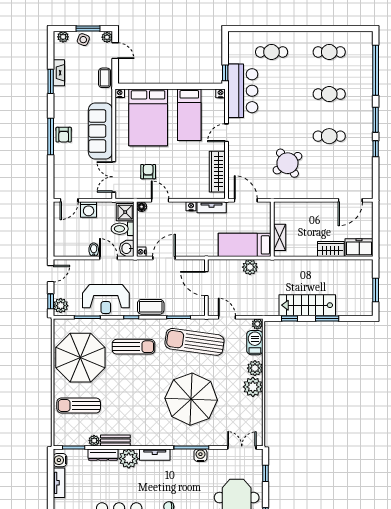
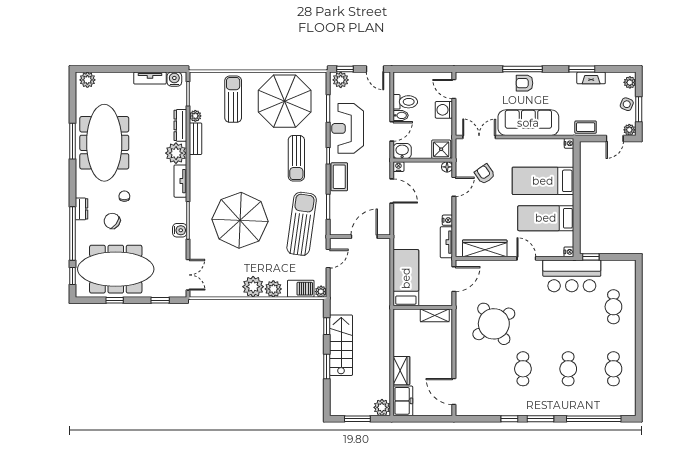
bed: (148, 117) -> (543, 181), width x0.67
round table: (287, 163) -> (494, 324), width x1.36, depth x1.36
armchair: (148, 172) -> (485, 174), turned -125
toilet: (123, 229) -> (405, 102), moved, turned 90
shelving: (280, 237) -> (435, 315), moved
plant: (250, 267) -> (382, 407), moved

